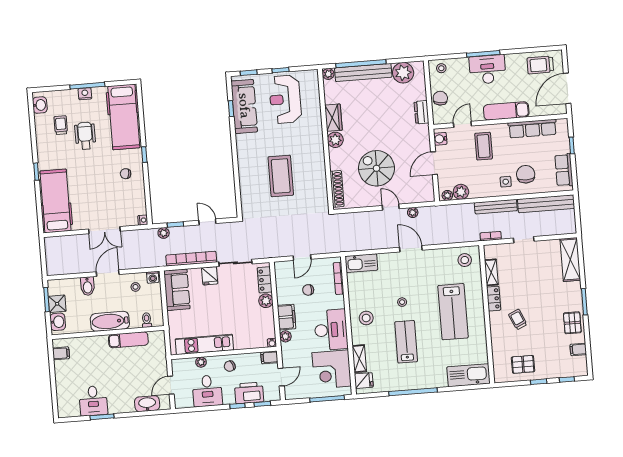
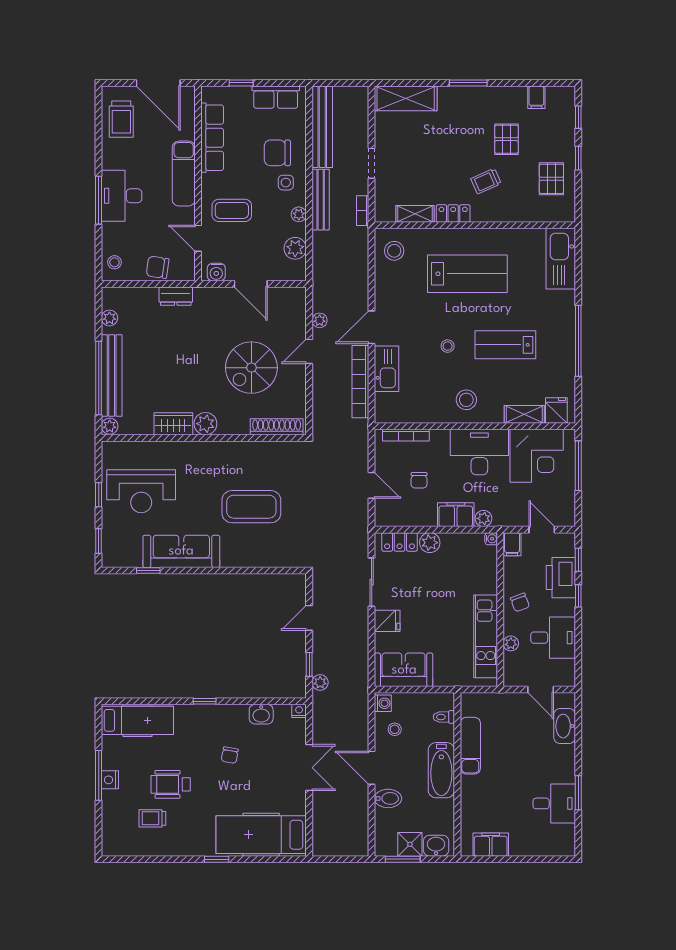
plant: (403, 73) -> (109, 318), width x0.53, depth x0.53
washbasin: (40, 105) -> (261, 714), moved, turned 180
sofa: (244, 106) -> (181, 551), moved
hospital bed: (124, 117) -> (137, 720), width x0.73, depth x0.78
chair: (126, 174) -> (230, 755), moved
plant: (447, 195) -> (299, 214), moved
bookcase: (191, 259) -> (360, 382), moved
kitchen sink: (361, 263) -> (387, 369), moved
pallet: (572, 323) -> (506, 139), moved, turned 90
filing cabinet: (61, 353) -> (491, 845), width x2.00

